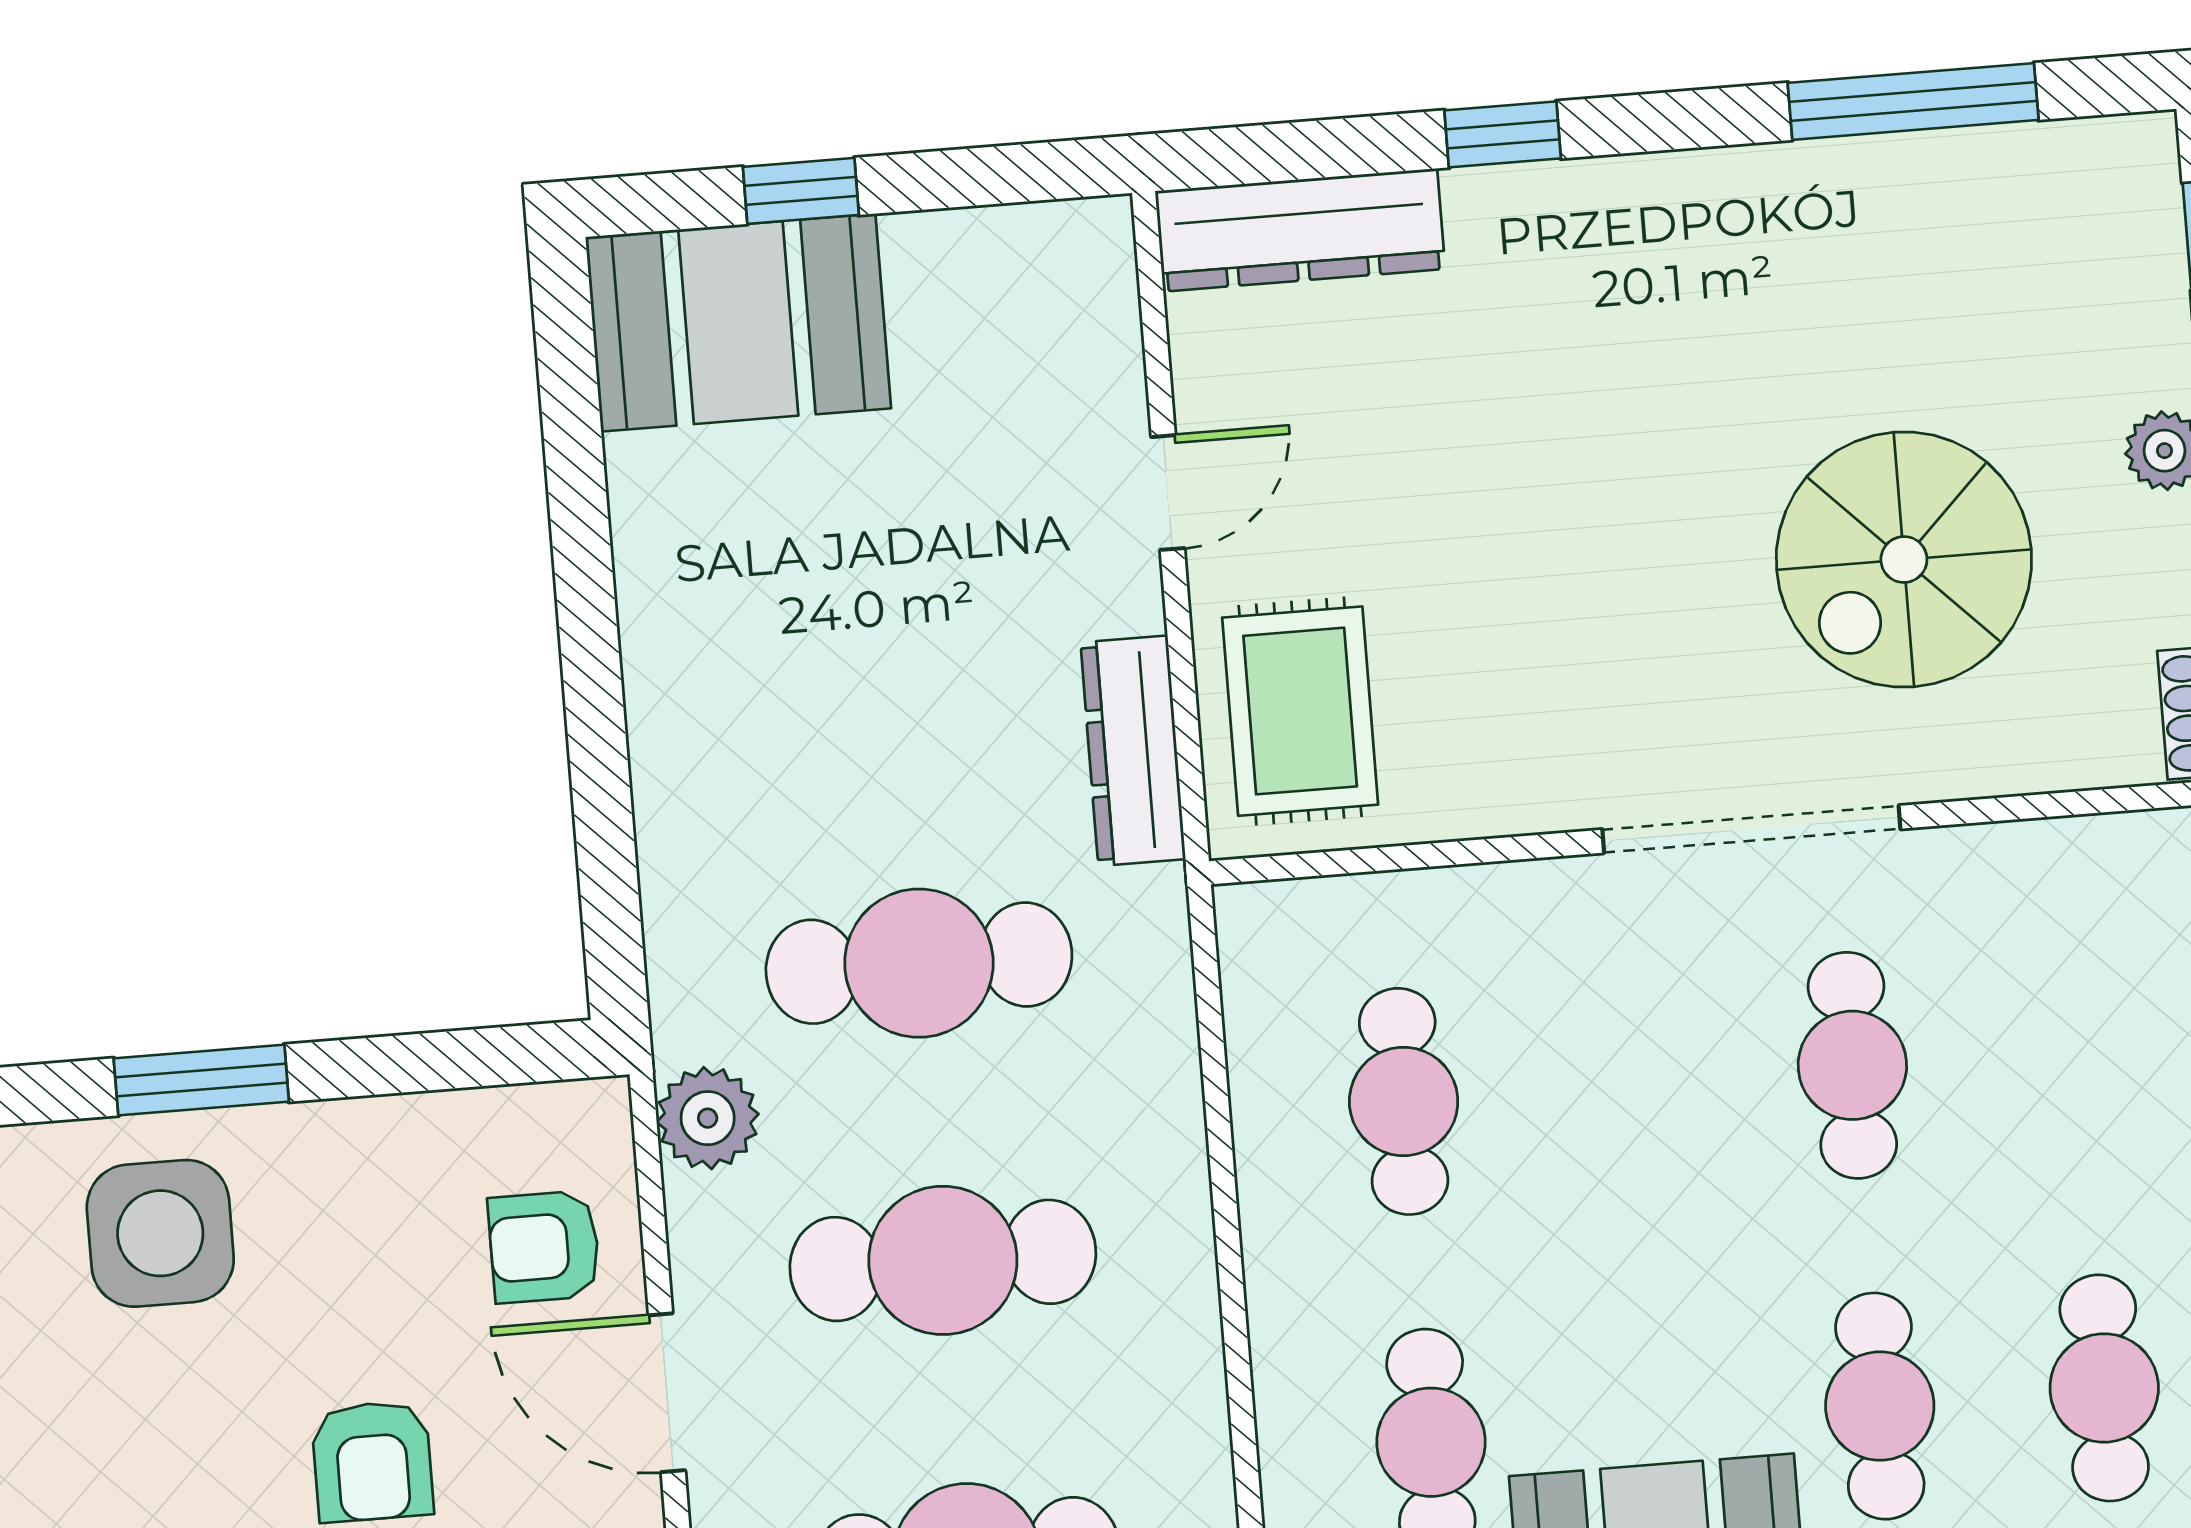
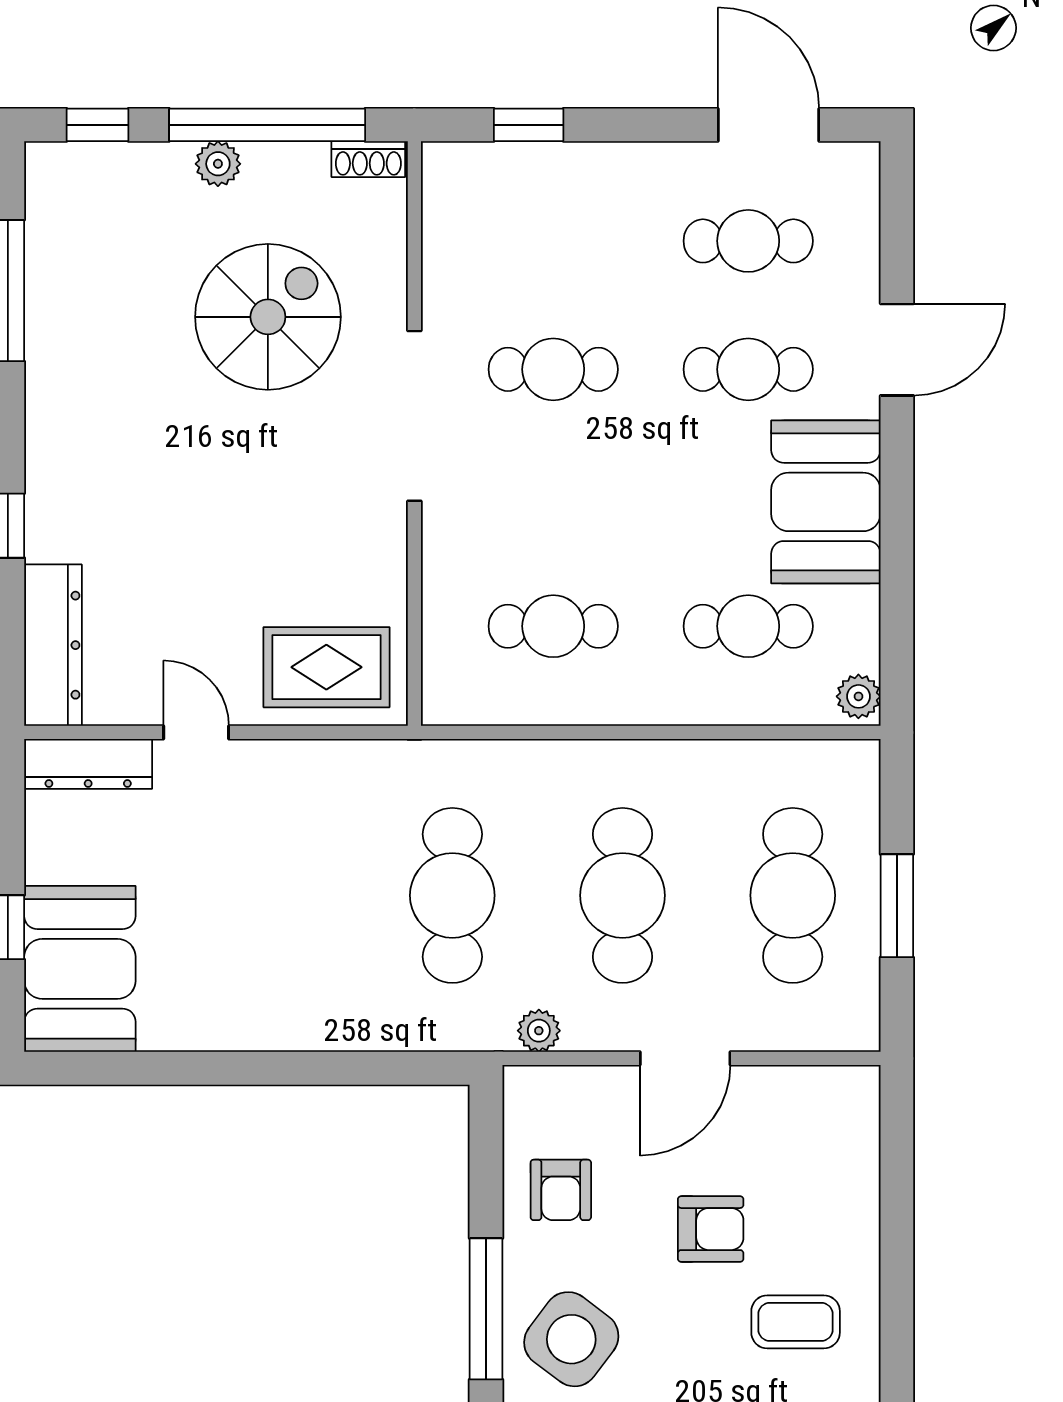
spiral stairs: (1904, 560) -> (268, 317), turned -90
dresser: (1133, 751) -> (88, 764), moved
window: (201, 1080) -> (486, 1309), width x1.44
plant: (708, 1118) -> (539, 1031), width x0.73, depth x0.73
side table: (160, 1233) -> (571, 1339), turned 37
armchair: (544, 1247) -> (561, 1190), moved

